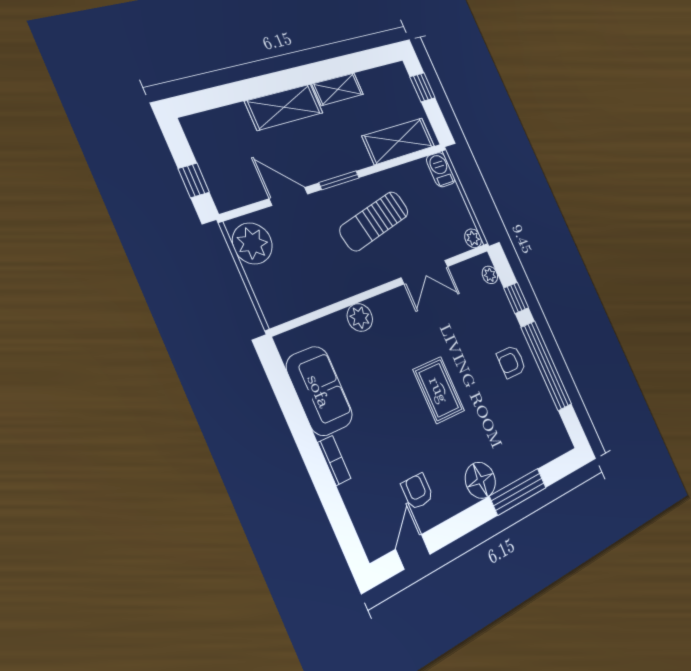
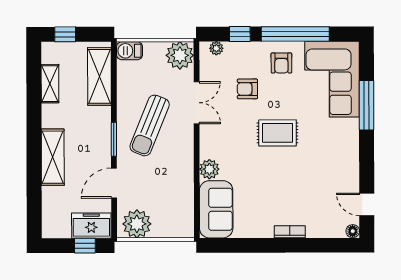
shelving: (338, 89) -> (50, 84), moved
freezer: (223, 182) -> (91, 226), added
sun lounger: (374, 221) -> (150, 125), turned 35
plant: (473, 238) -> (180, 55), width x1.88, depth x1.88
sofa: (319, 391) -> (216, 209), moved, turned 90
corner sofa: (524, 433) -> (332, 79), added
floor lamp: (480, 480) -> (353, 231), moved, width x0.53, depth x0.53
armchair: (417, 491) -> (247, 89), moved

